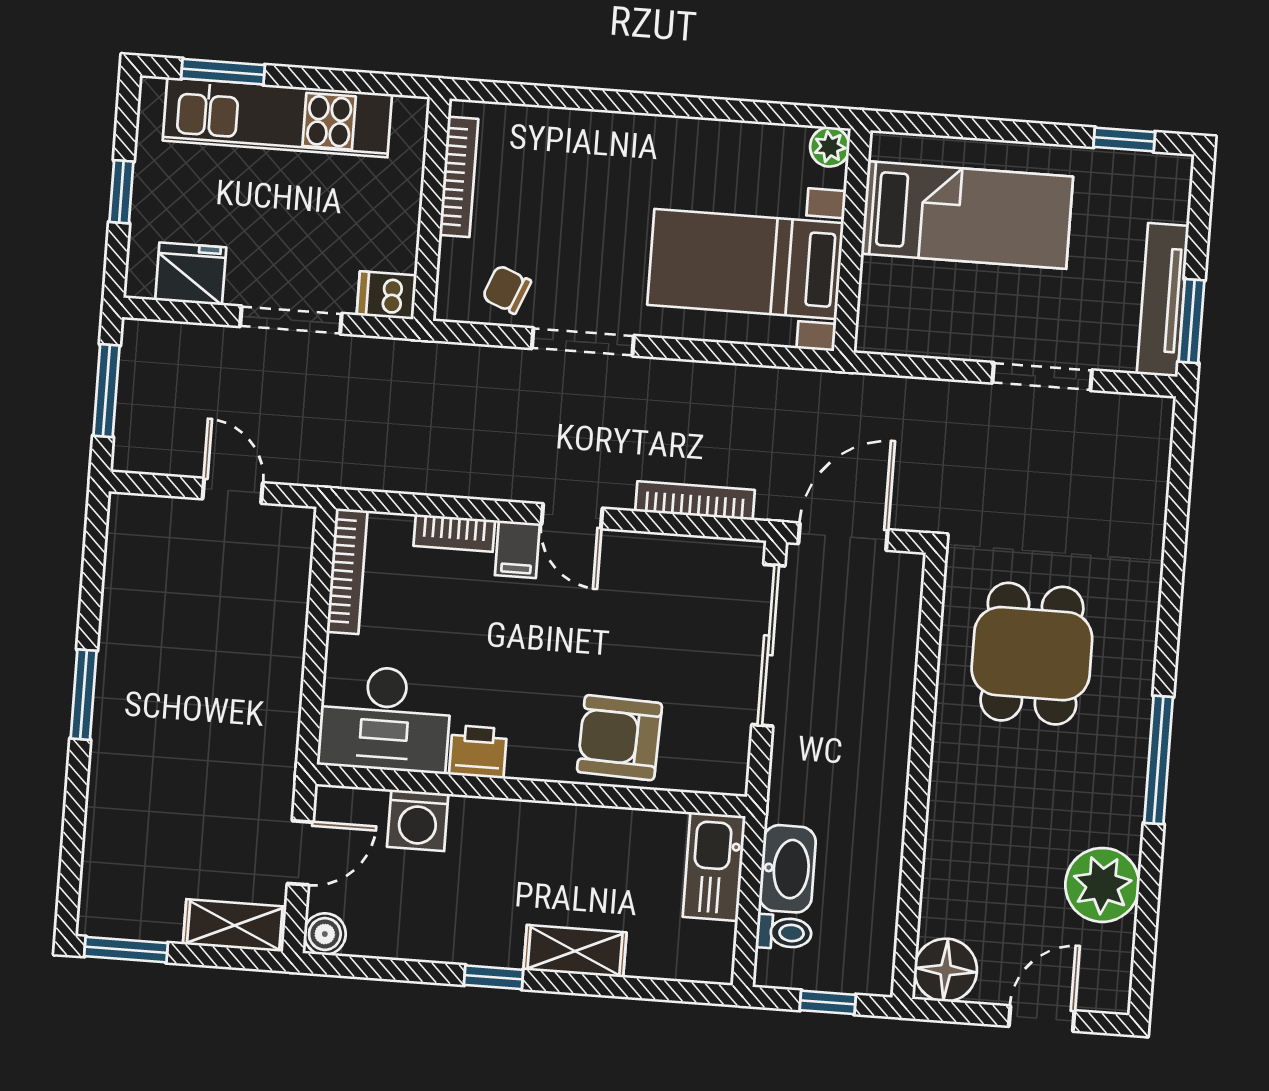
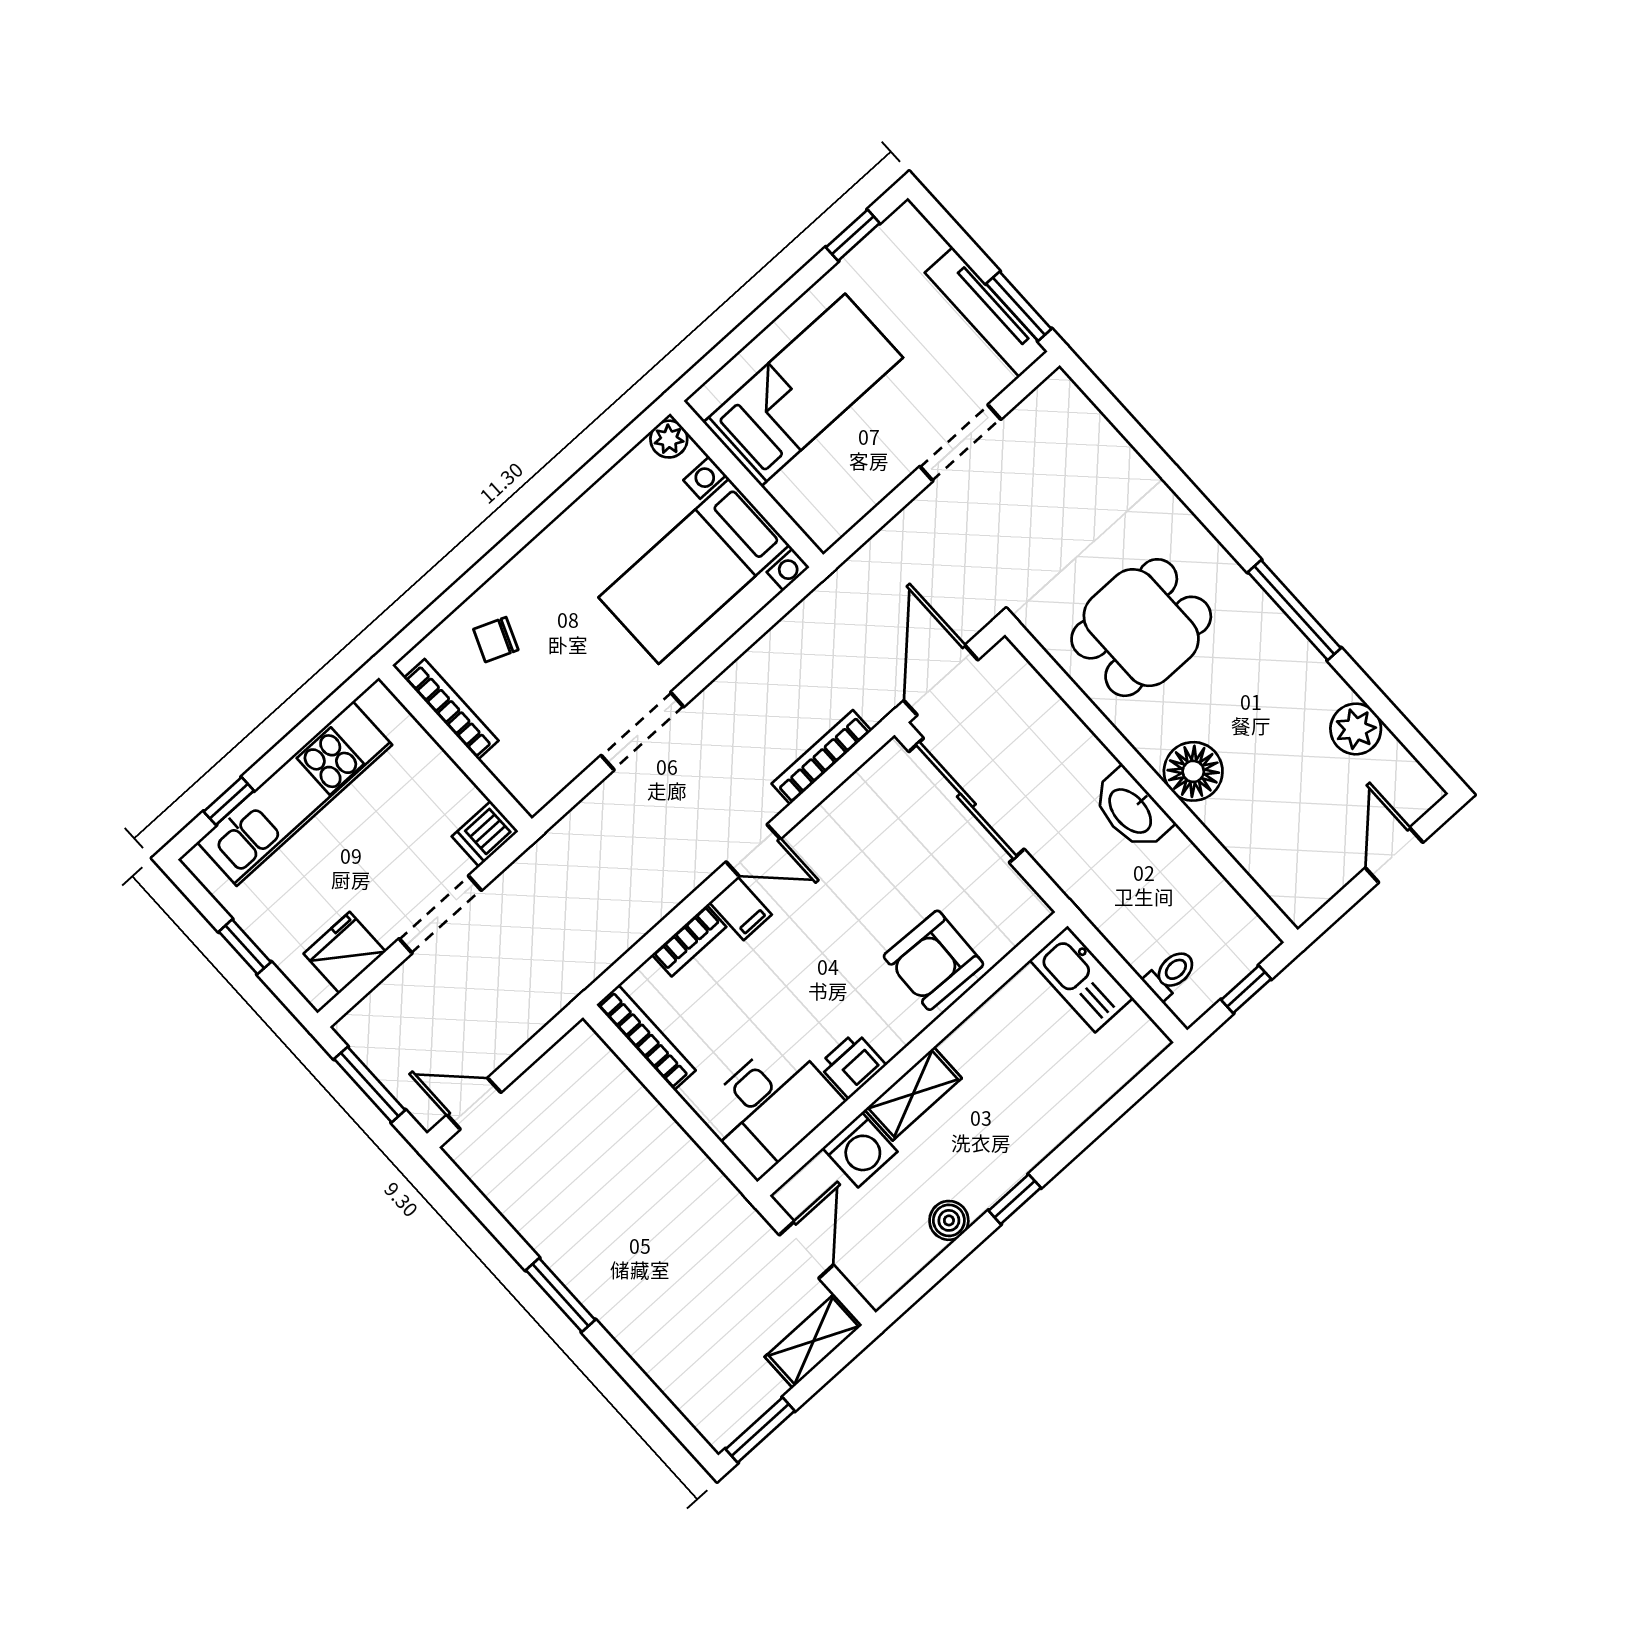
window: (223, 72) -> (229, 801), width x0.67
chair: (507, 289) -> (496, 640), moved
door: (233, 491) -> (474, 1104), moved
dining table: (1032, 654) -> (1141, 628), turned 90
washbasin: (788, 869) -> (1131, 810), moved, turned 180
plant: (1102, 885) -> (1356, 729), width x0.73, depth x0.73
boiler: (325, 934) -> (949, 1220), moved
shelving: (575, 951) -> (913, 1094), moved
floor lamp: (946, 970) -> (1193, 771), moved

